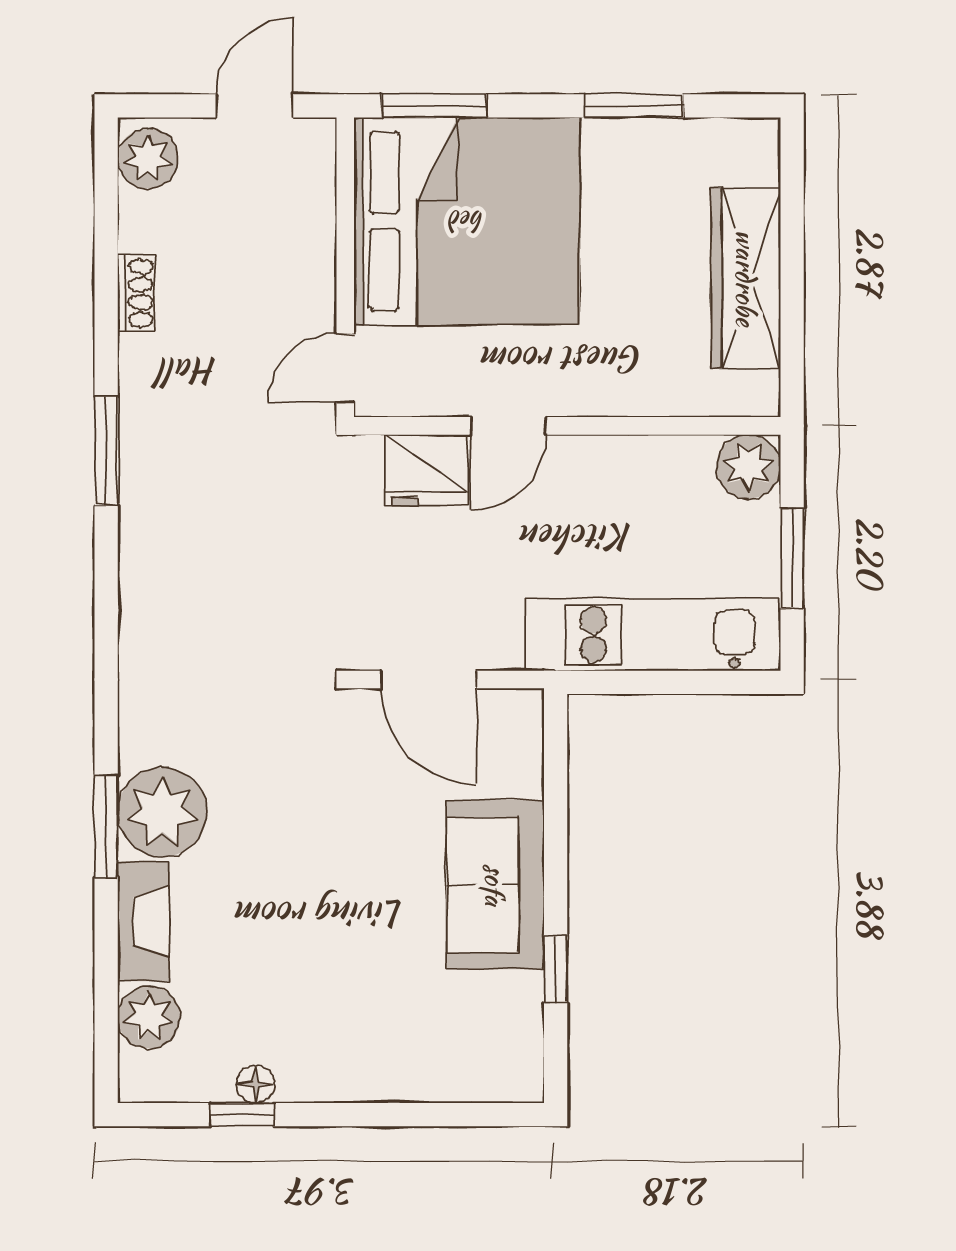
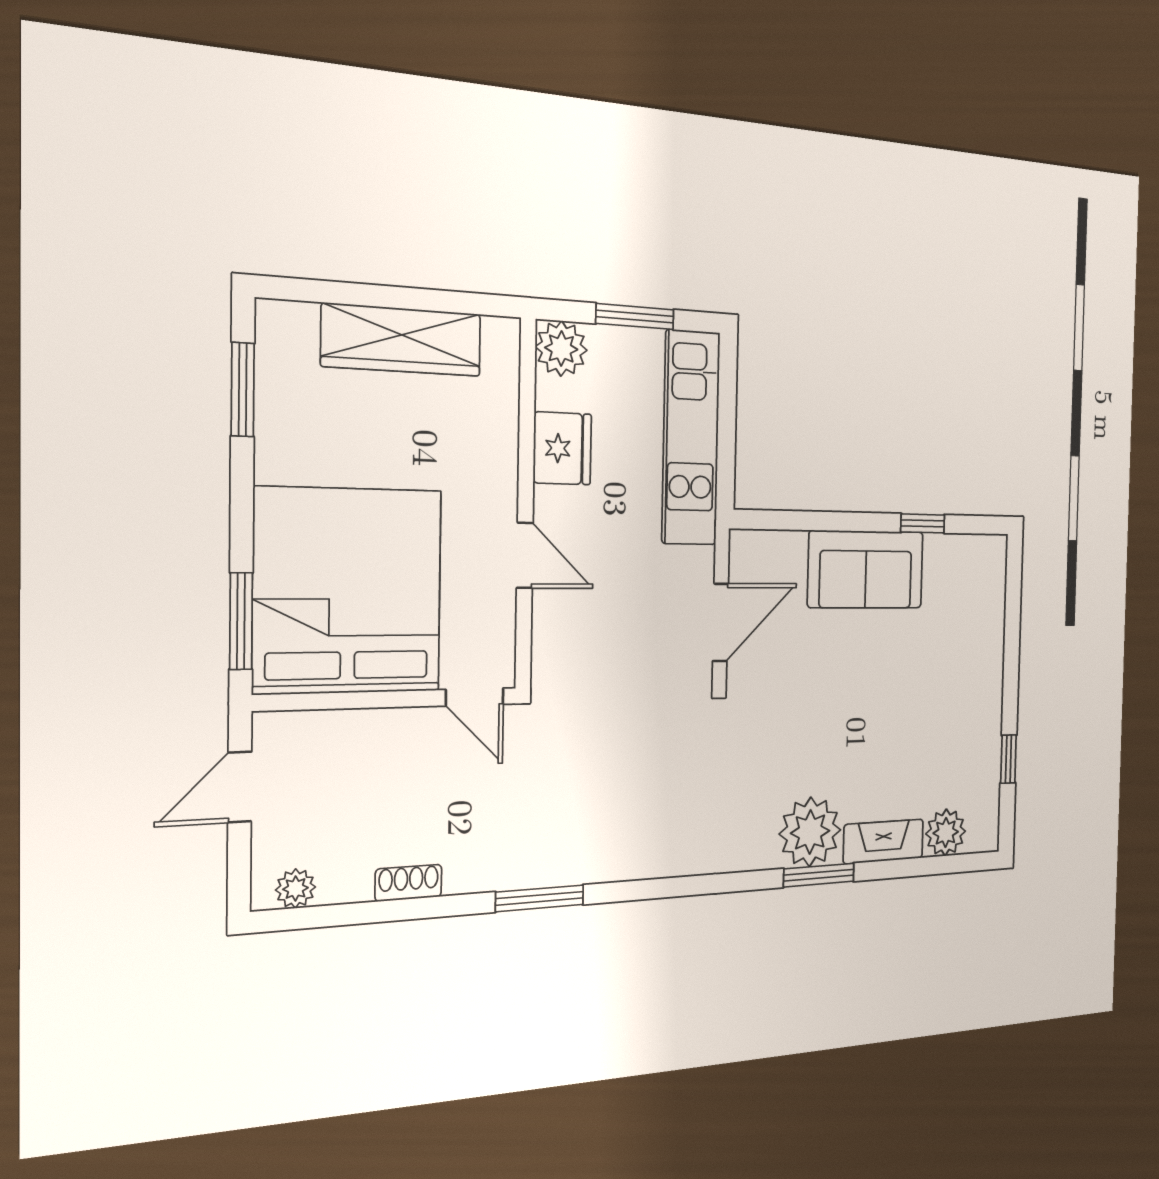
door: (255, 106) -> (240, 787), hinge flipped
window: (634, 106) -> (243, 390), moved
plant: (148, 158) -> (296, 888), width x0.73, depth x0.73
fridge: (426, 470) -> (562, 448), moved
floor lamp: (256, 1084) -> (990, 750), removed

